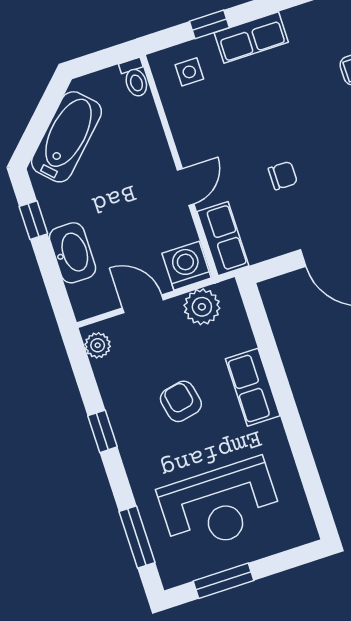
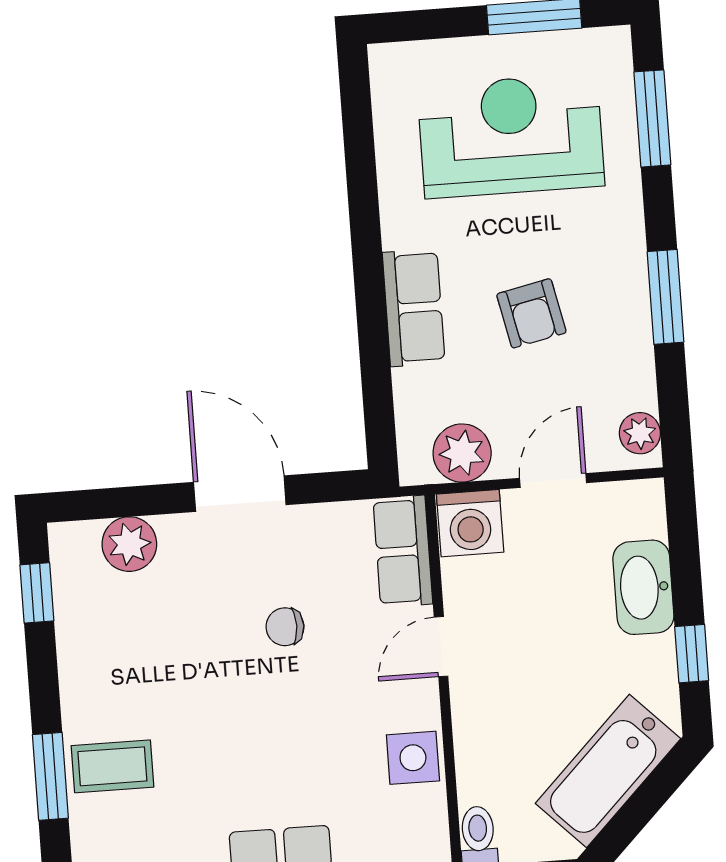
side table: (189, 72) -> (413, 758), moved, width x1.37, depth x1.37
door: (143, 304) -> (553, 481), swing flipped
window: (102, 431) -> (665, 297), width x1.50

